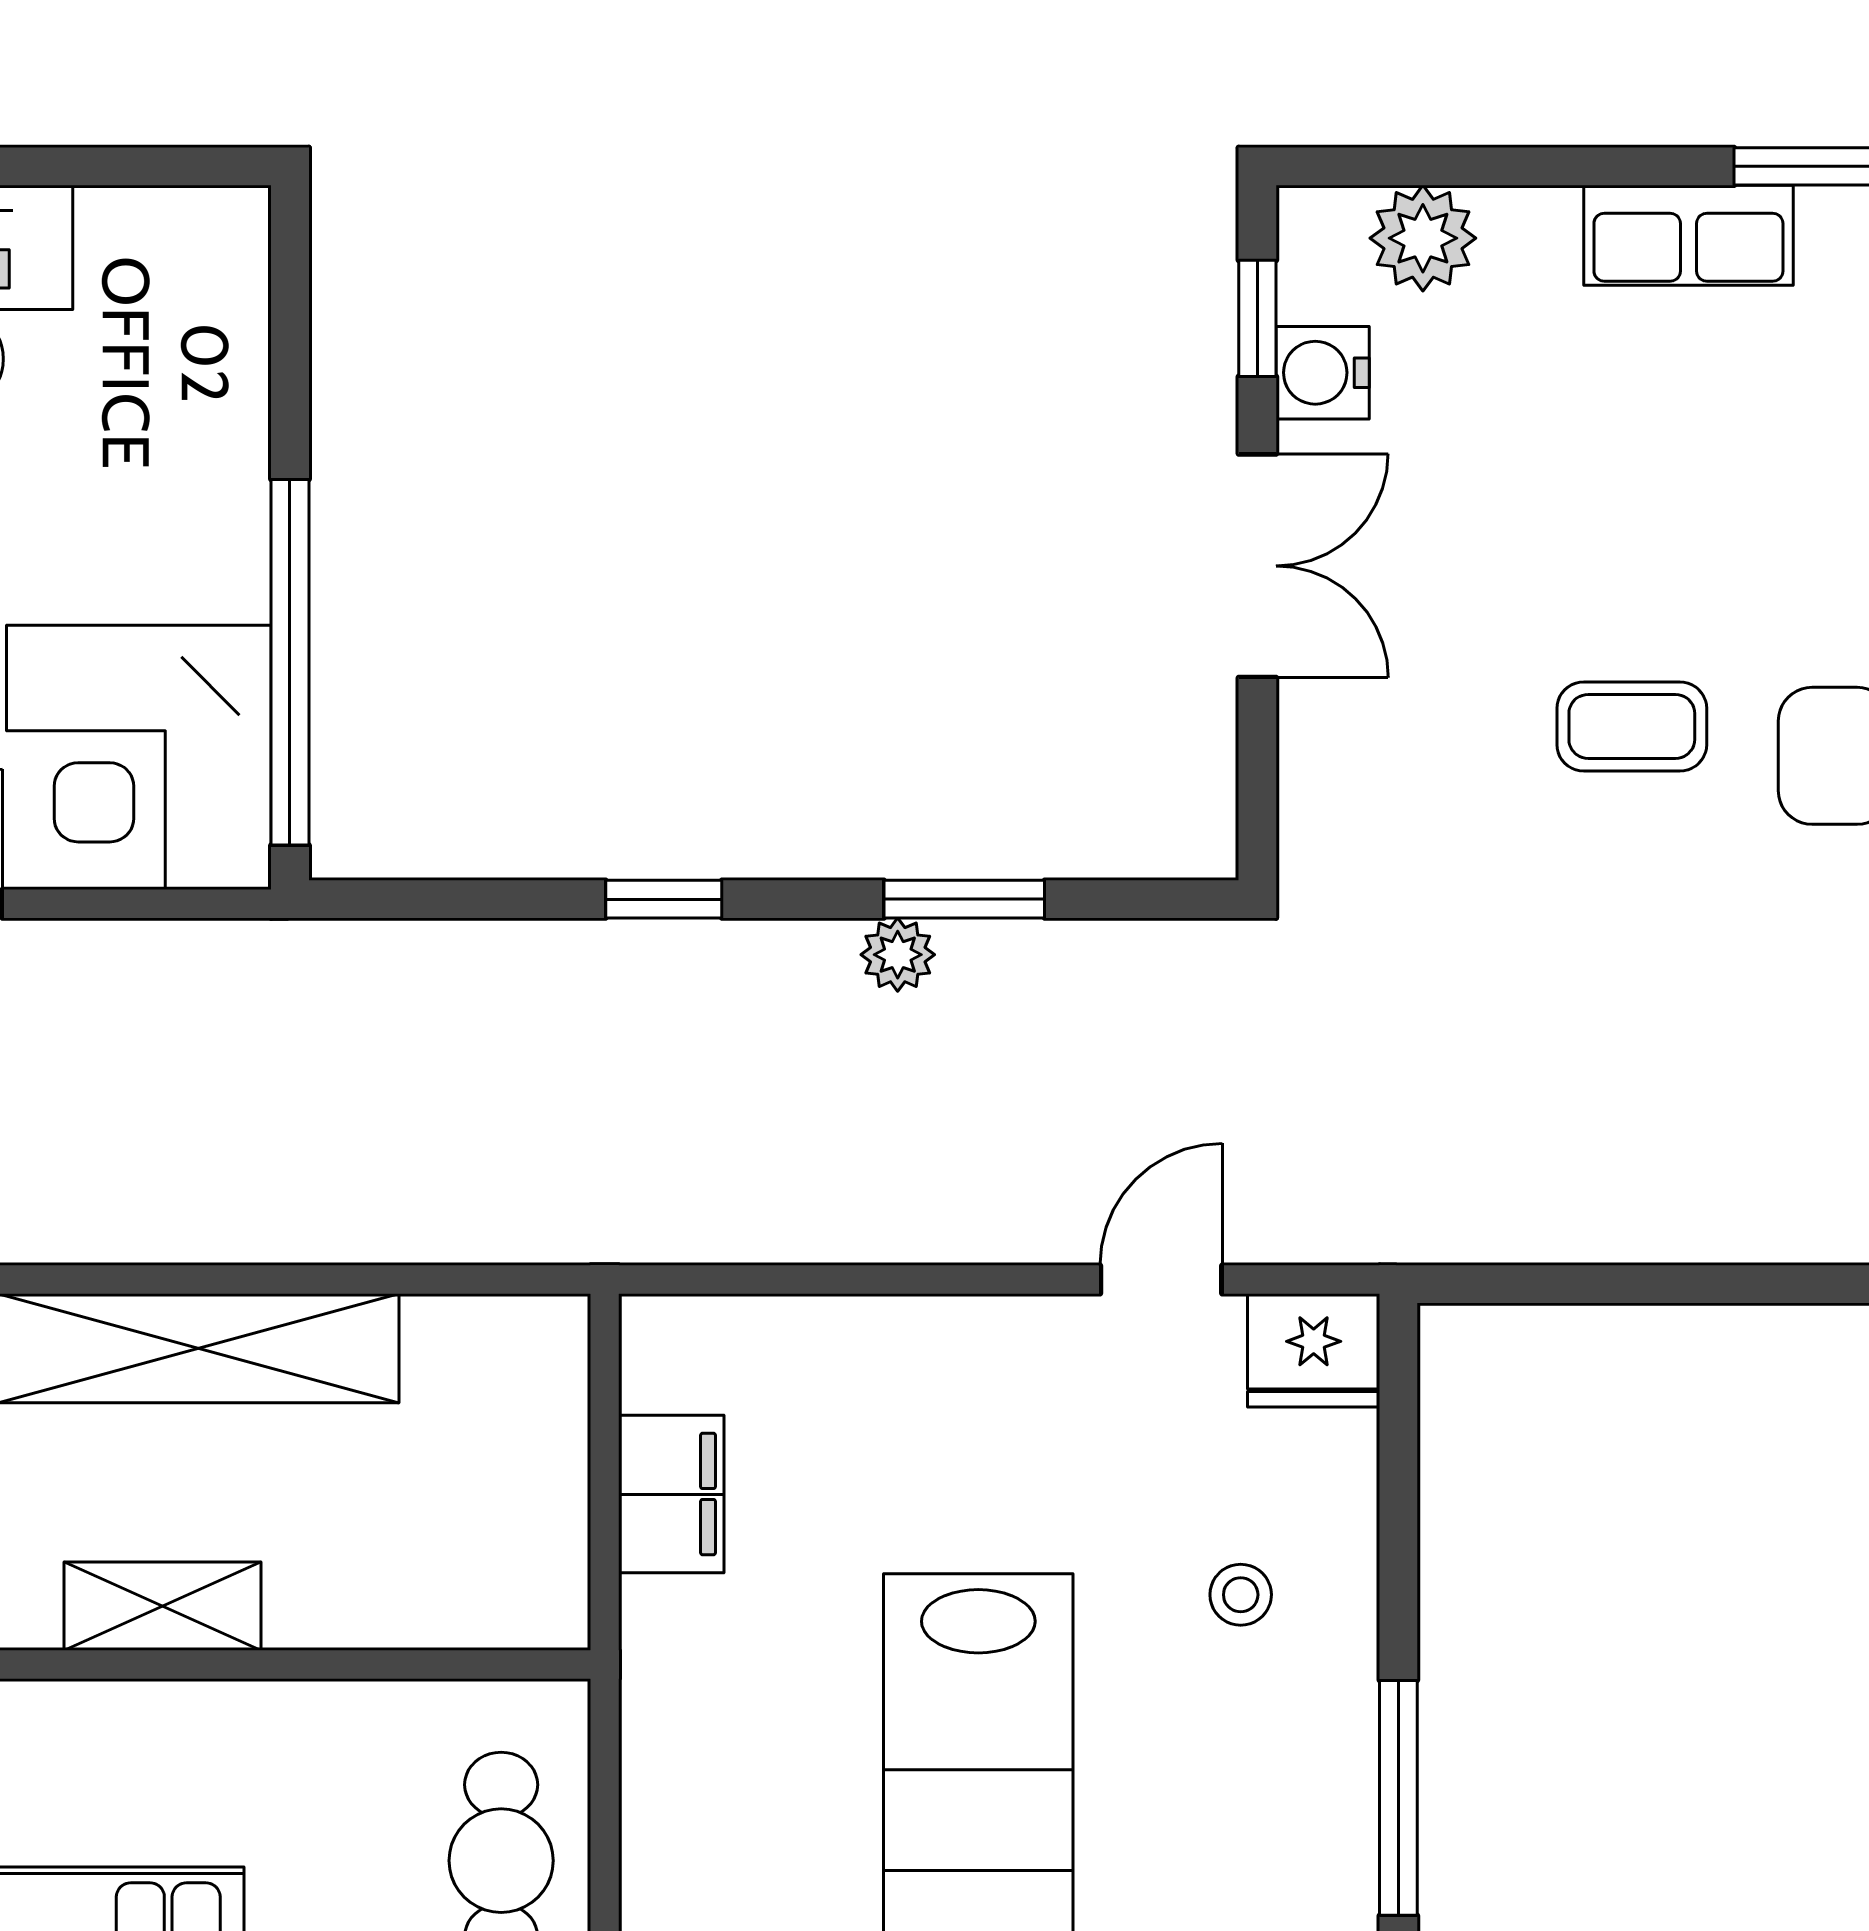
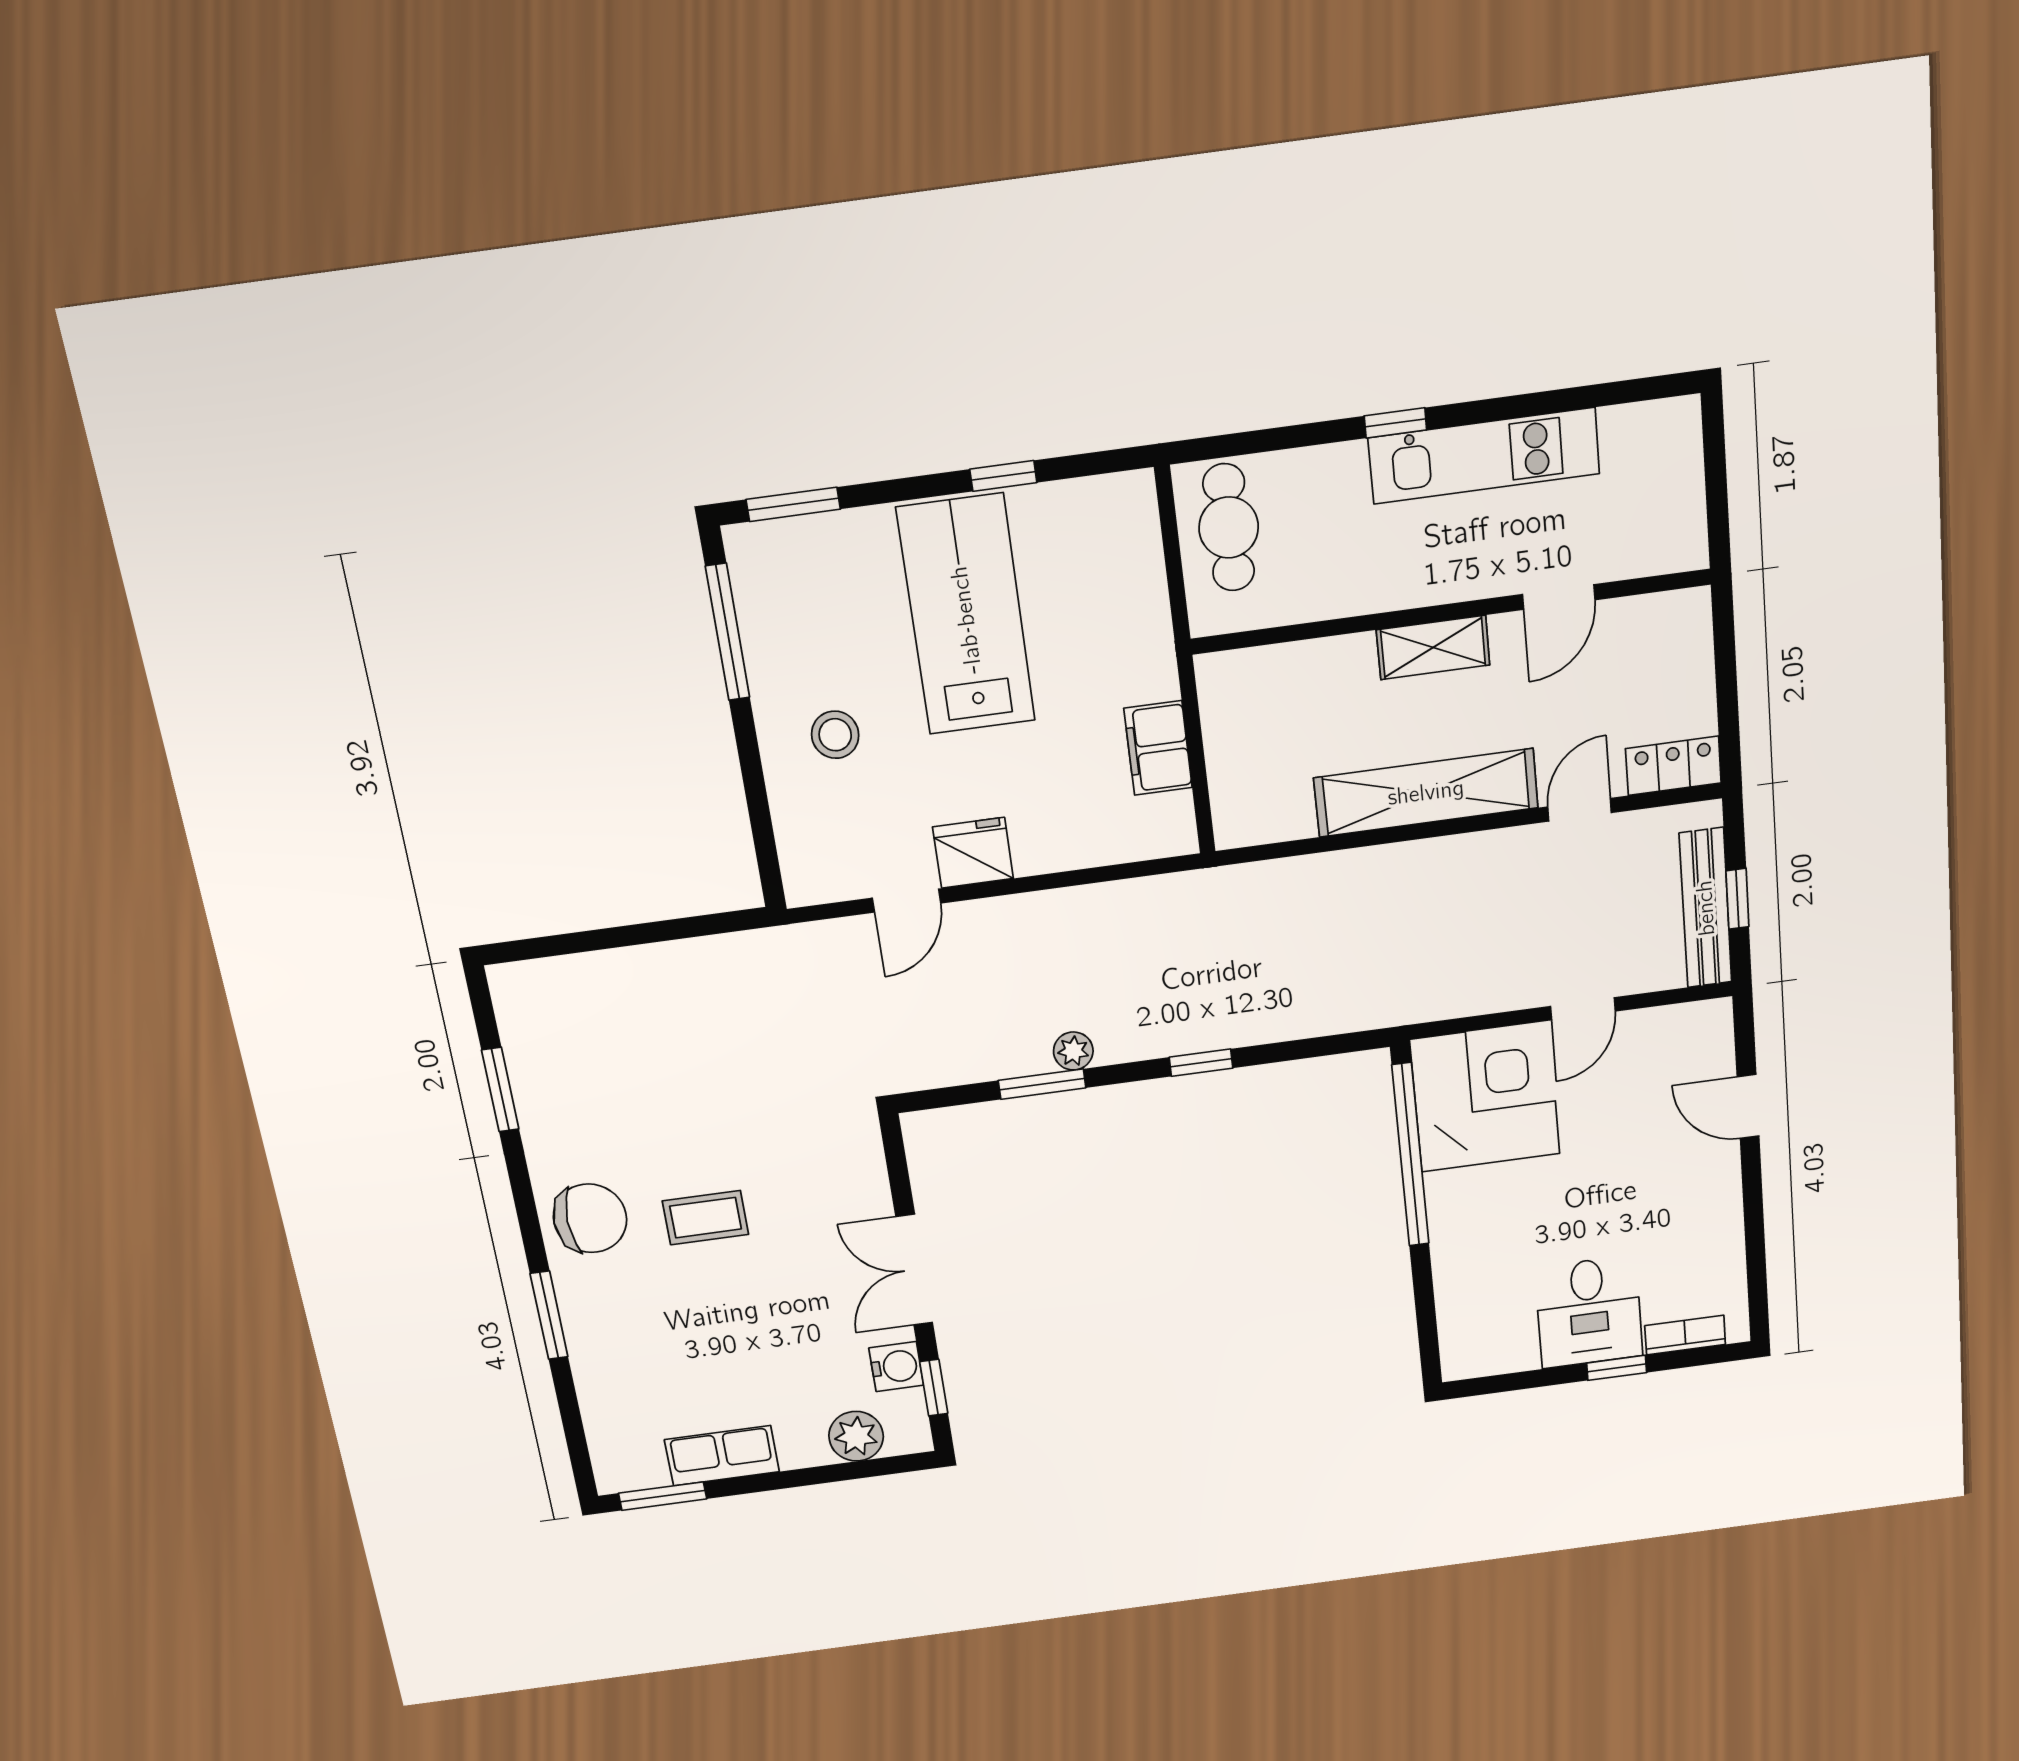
fridge: (1314, 1350) -> (973, 853), moved
stool: (1241, 1595) -> (835, 735), width x1.37, depth x1.37

